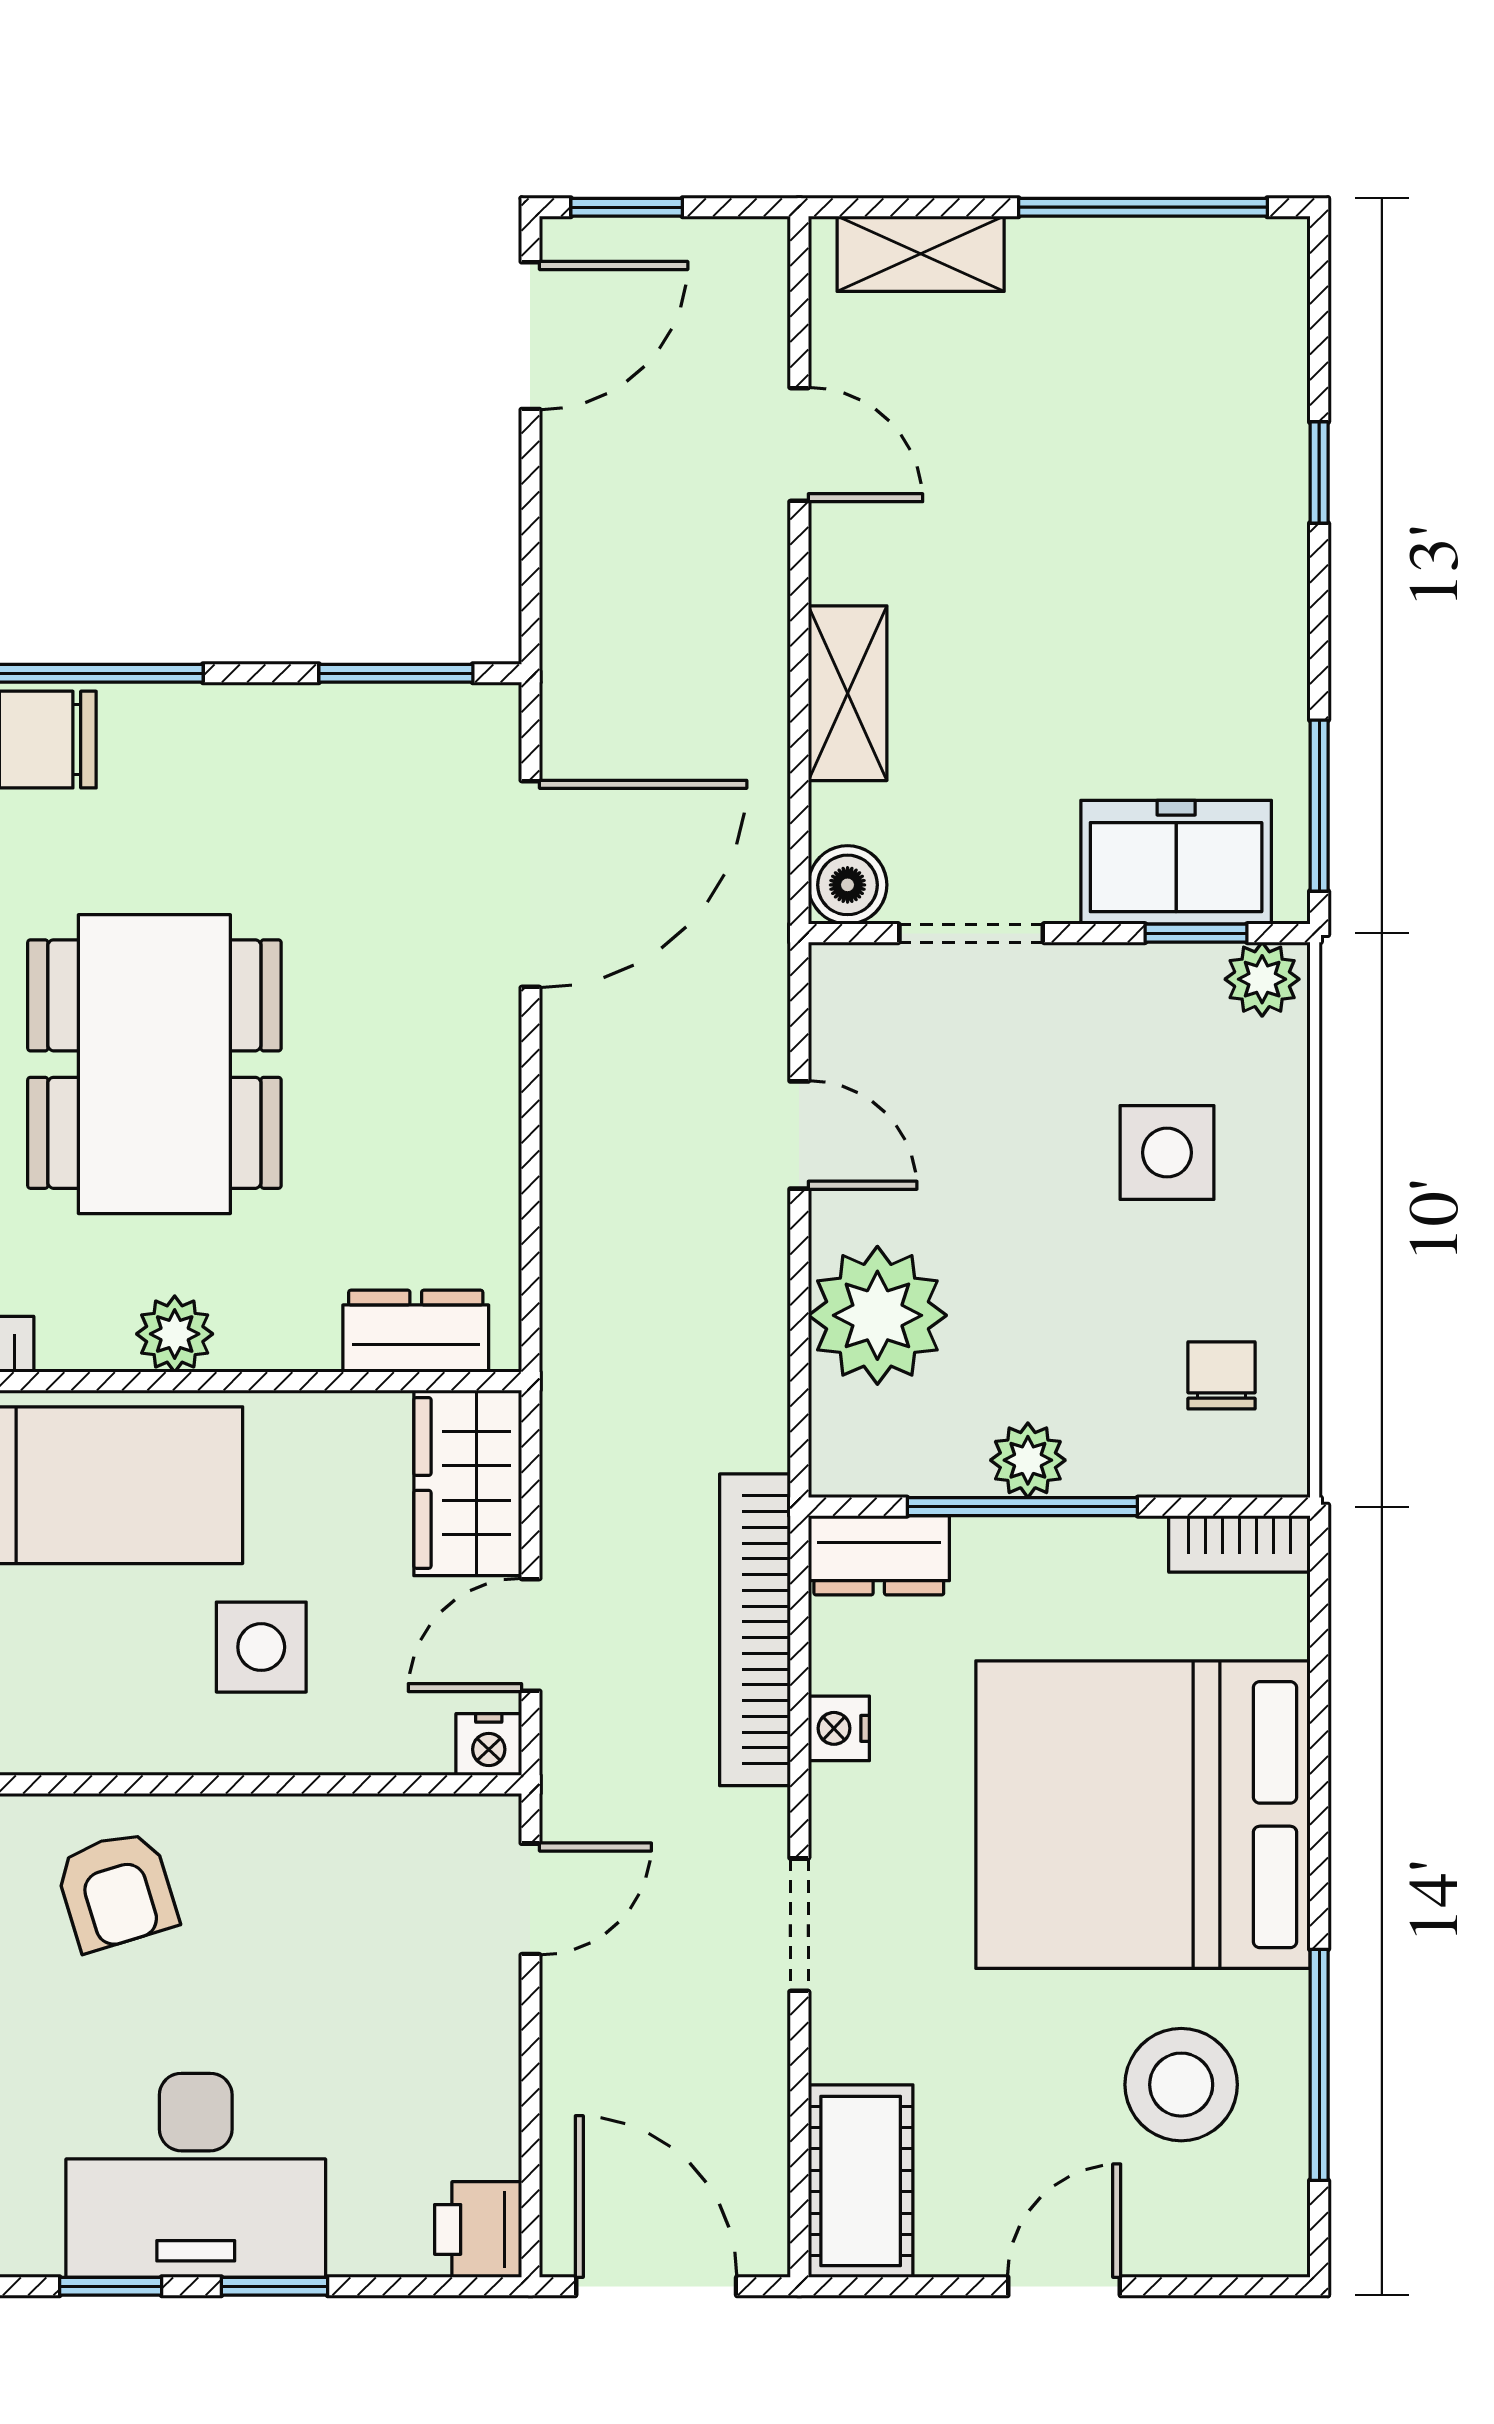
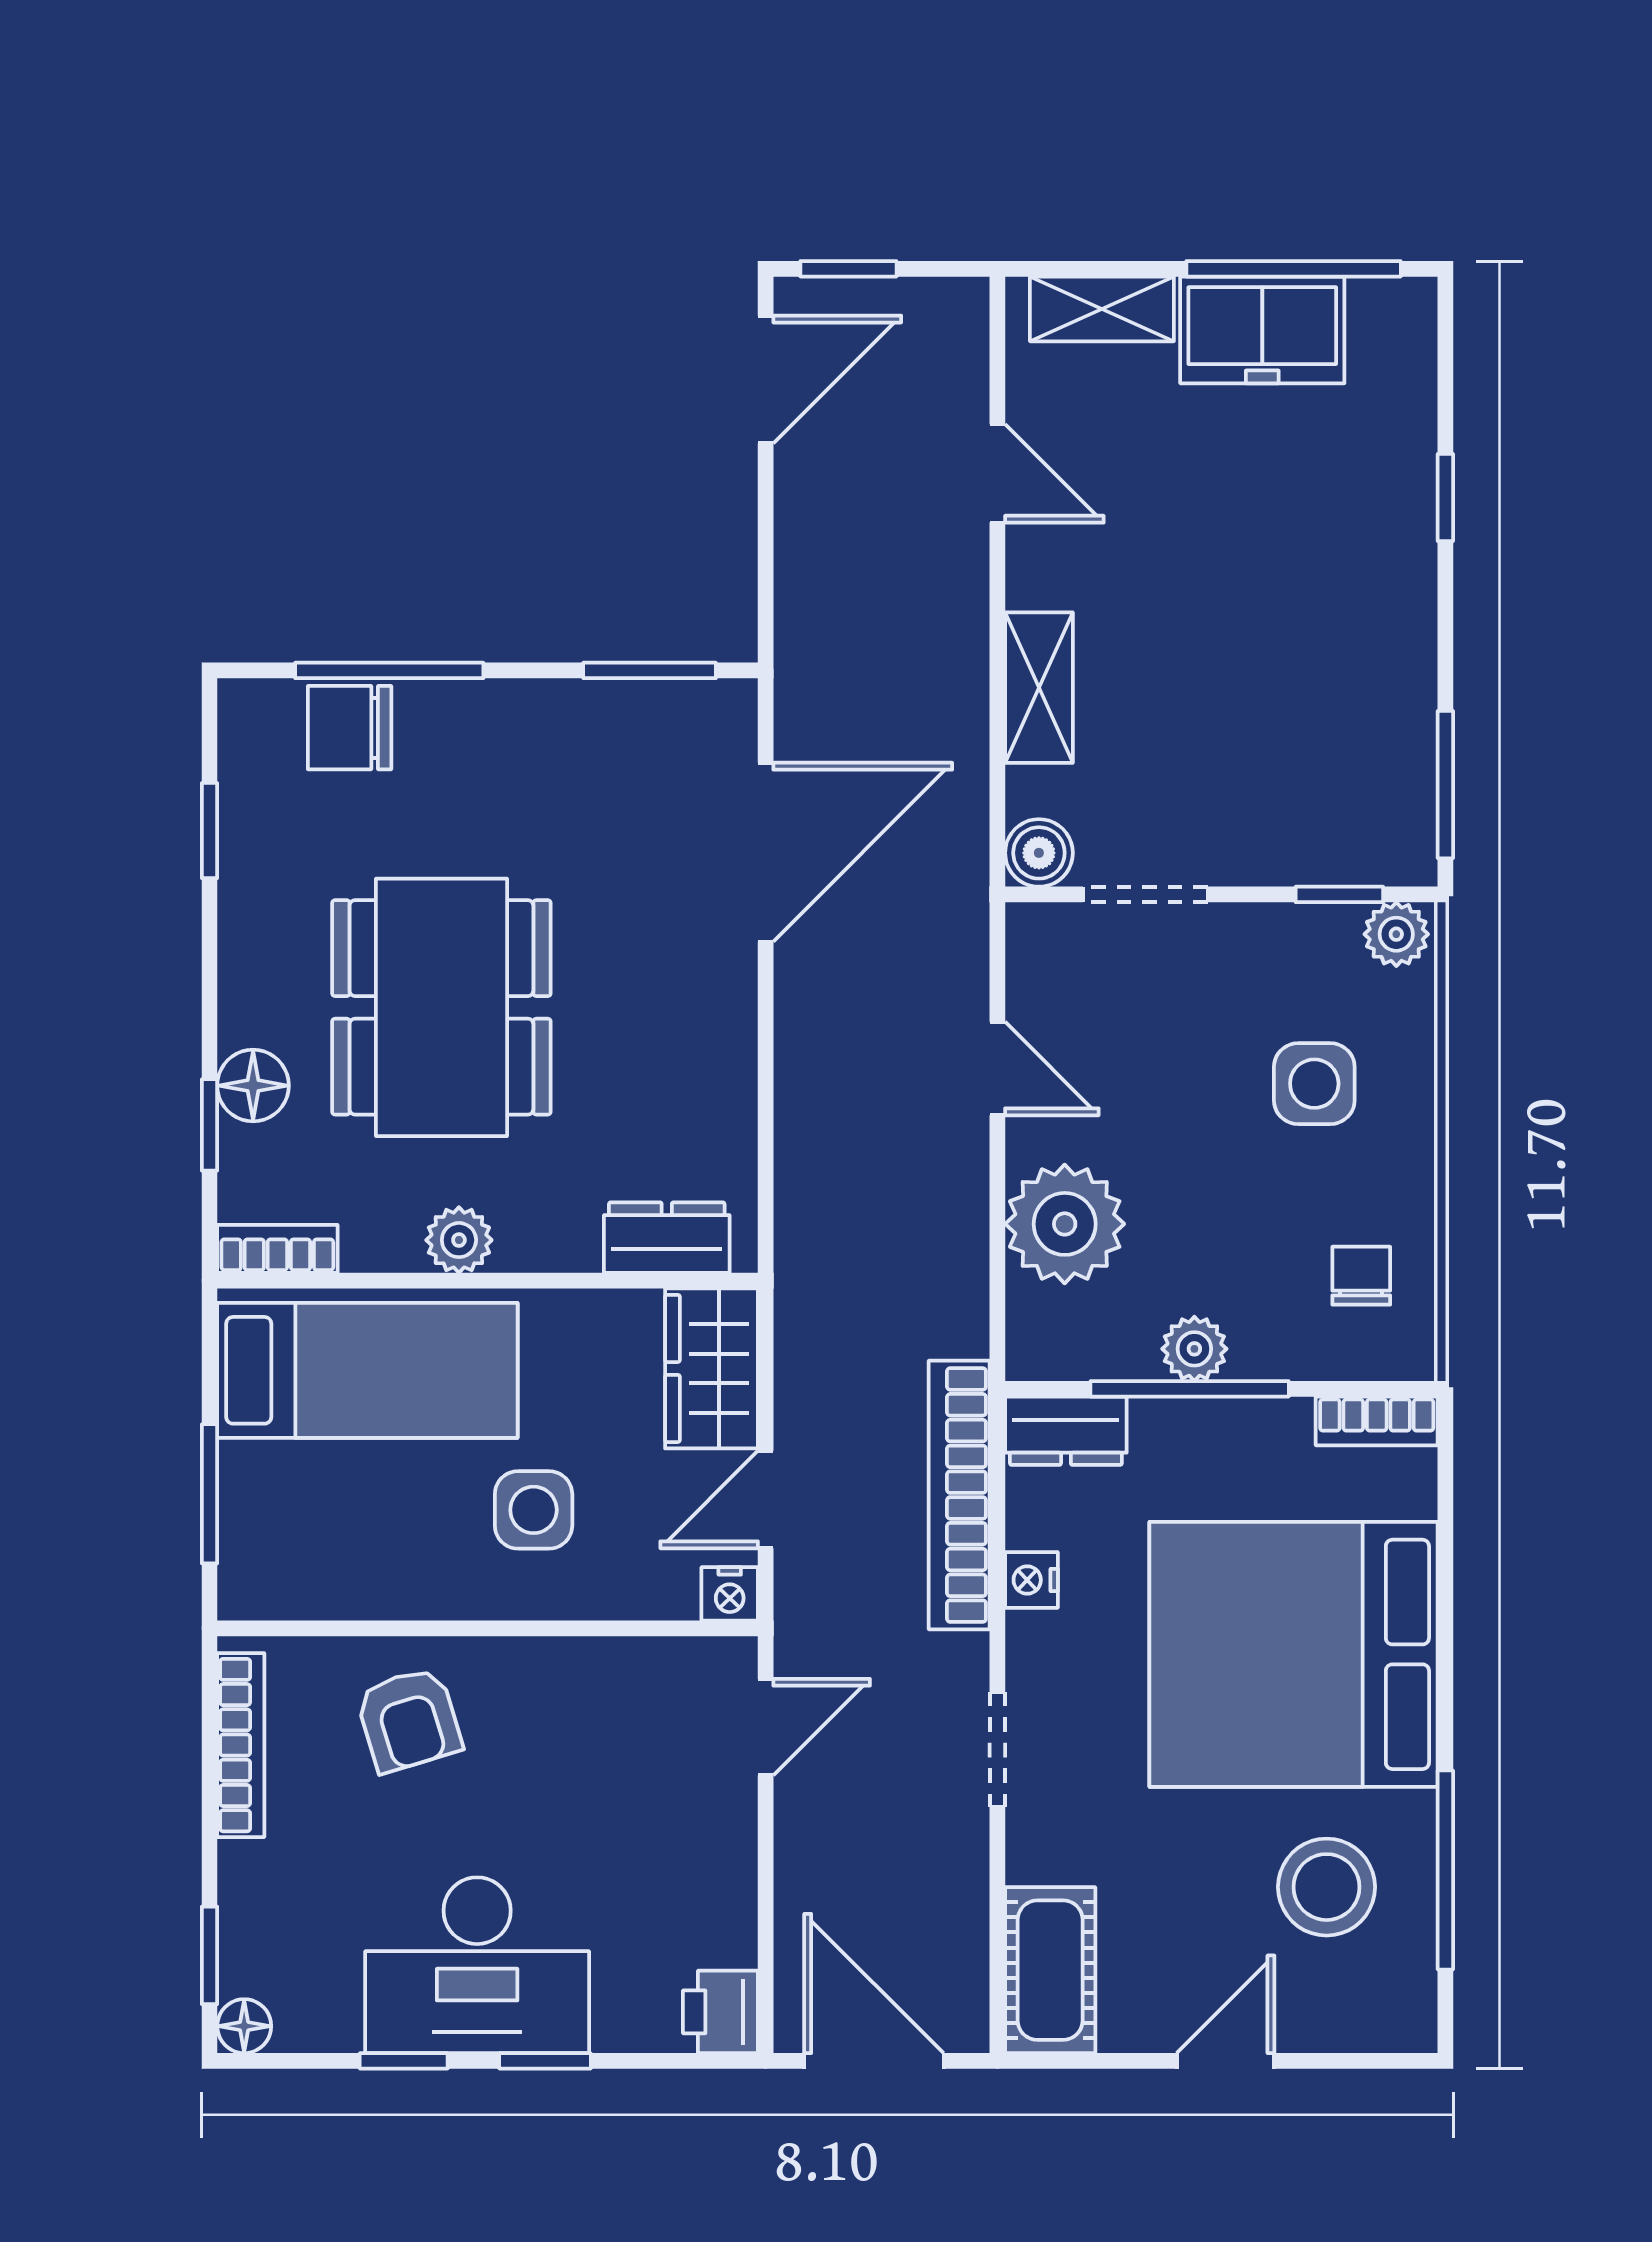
freezer: (1176, 862) -> (1262, 330), moved, turned 180

